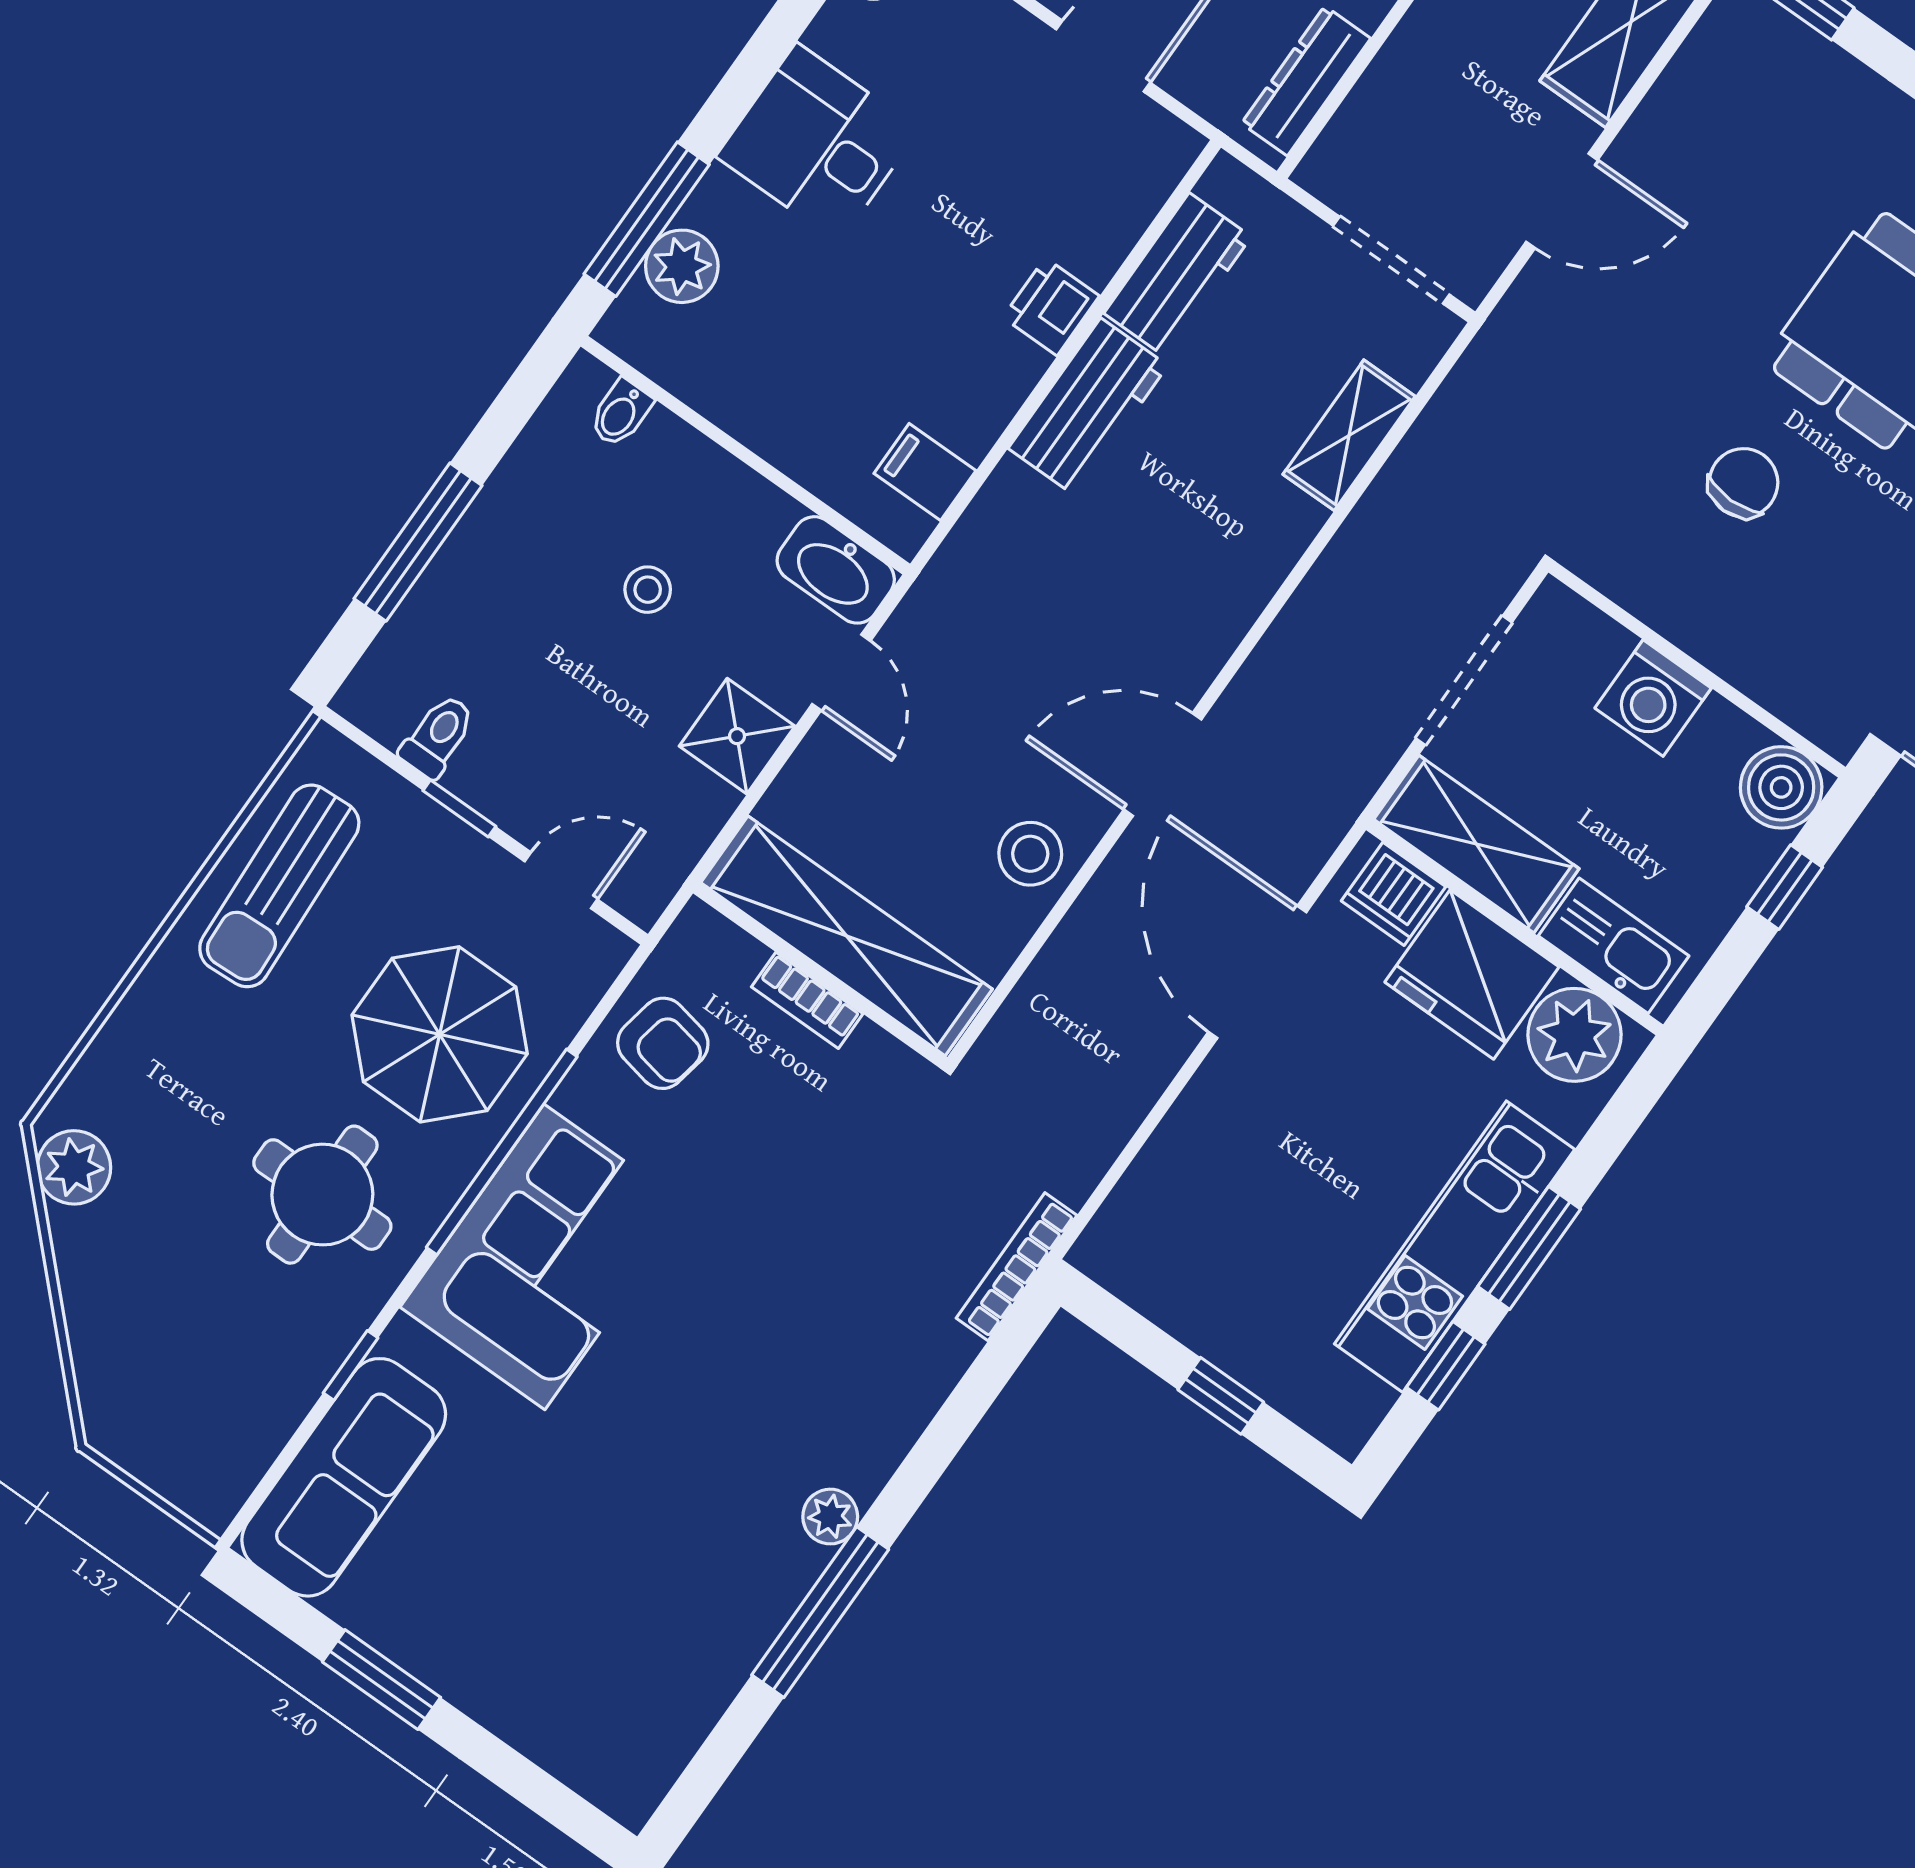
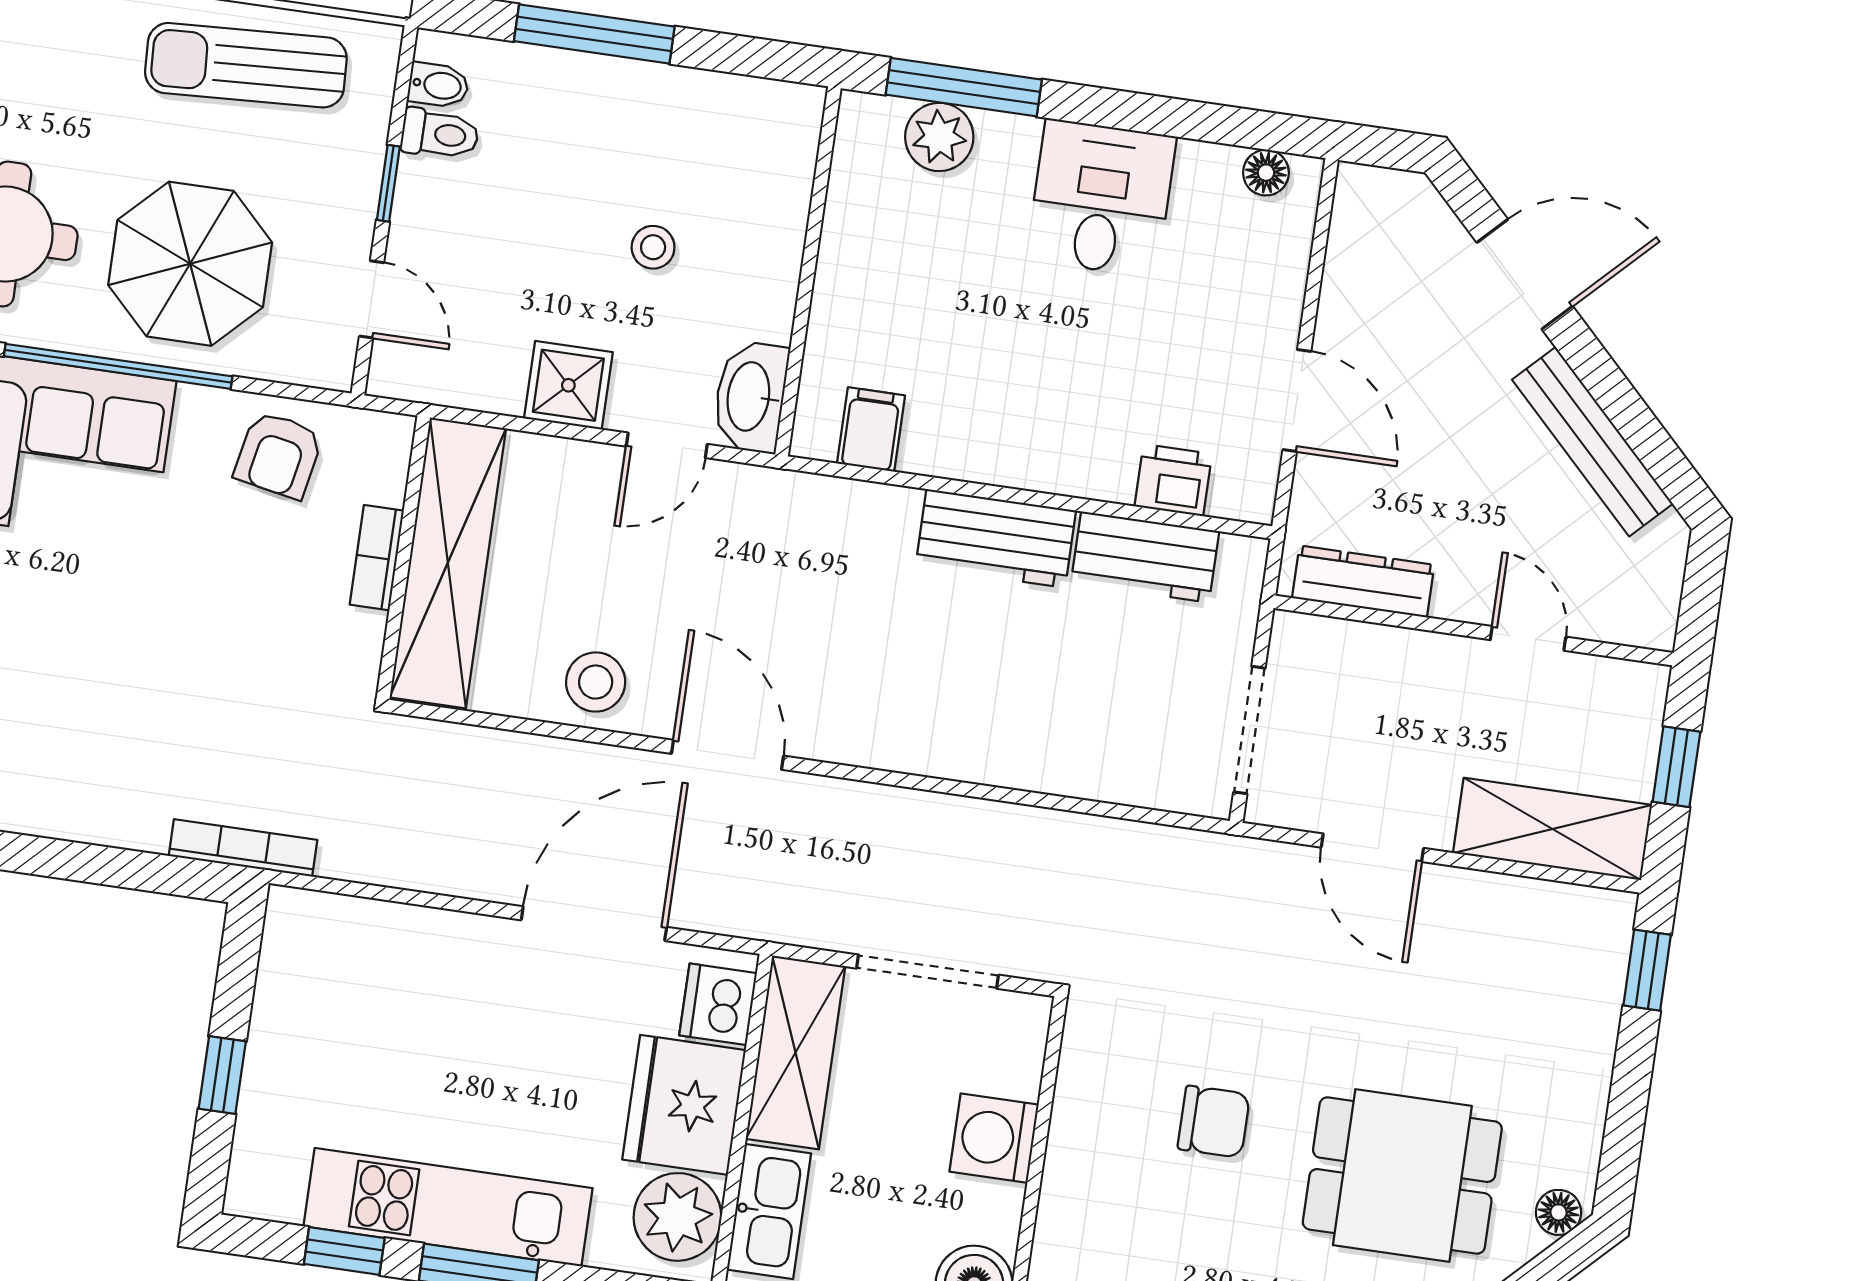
printer: (1051, 307) -> (1173, 480), moved
bidet: (621, 413) -> (438, 85), moved, turned 180
shelving: (1349, 435) -> (1084, 770), removed

